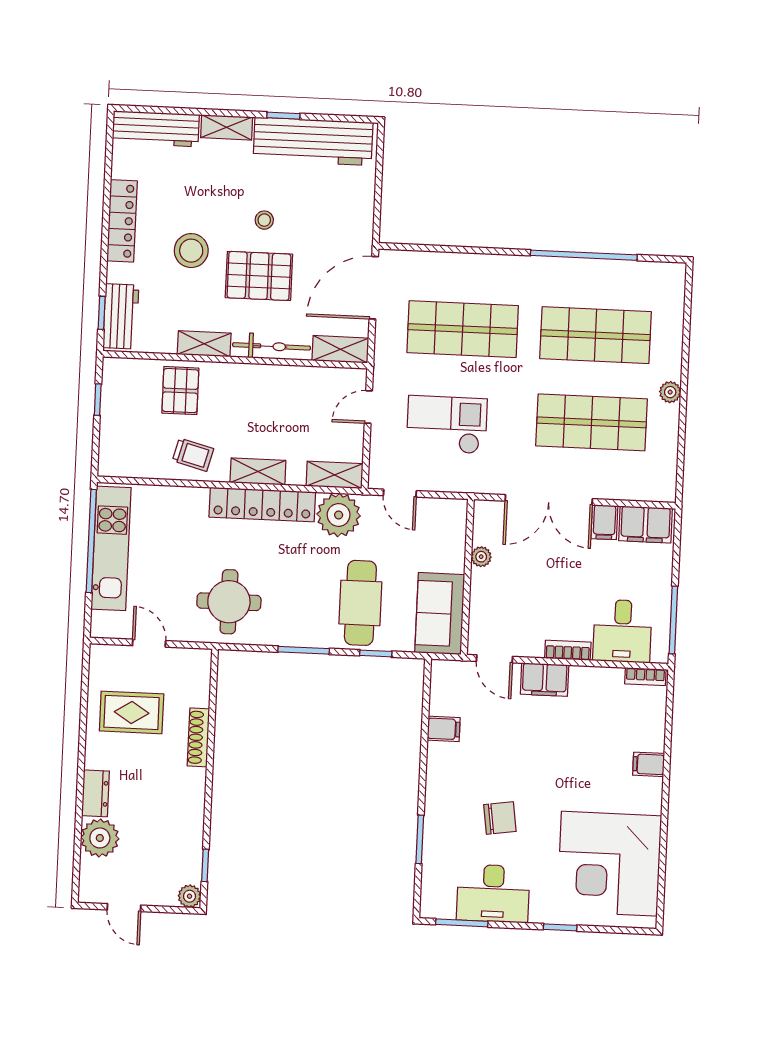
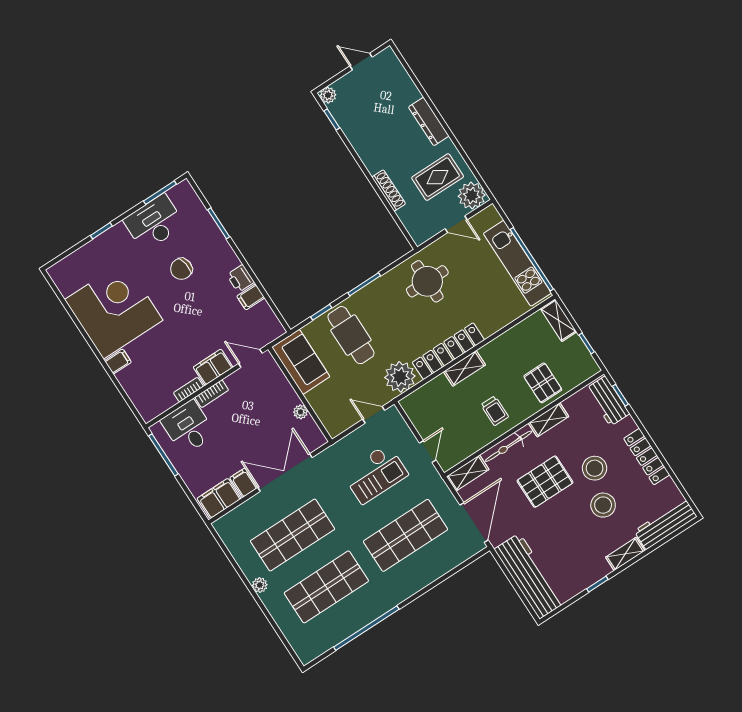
workbench: (313, 141) -> (529, 576), moved, turned 90
stool: (264, 220) -> (603, 505), moved, width x1.89, depth x1.89
trolley: (193, 455) -> (495, 411), moved, turned -105
shelving: (335, 475) -> (559, 320), moved, turned 90
bookcase: (645, 677) -> (188, 390), moved
printer: (440, 758) -> (241, 279), added
dresser: (95, 793) -> (429, 121), width x1.44
plant: (100, 838) -> (472, 196), moved
corner desk: (609, 864) -> (114, 310), moved

